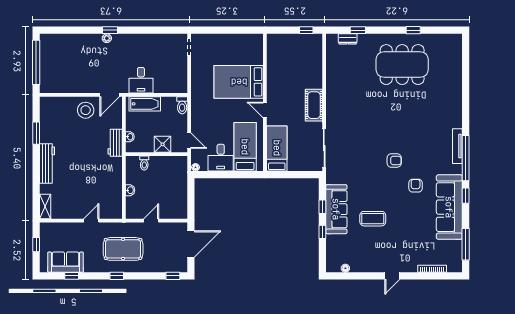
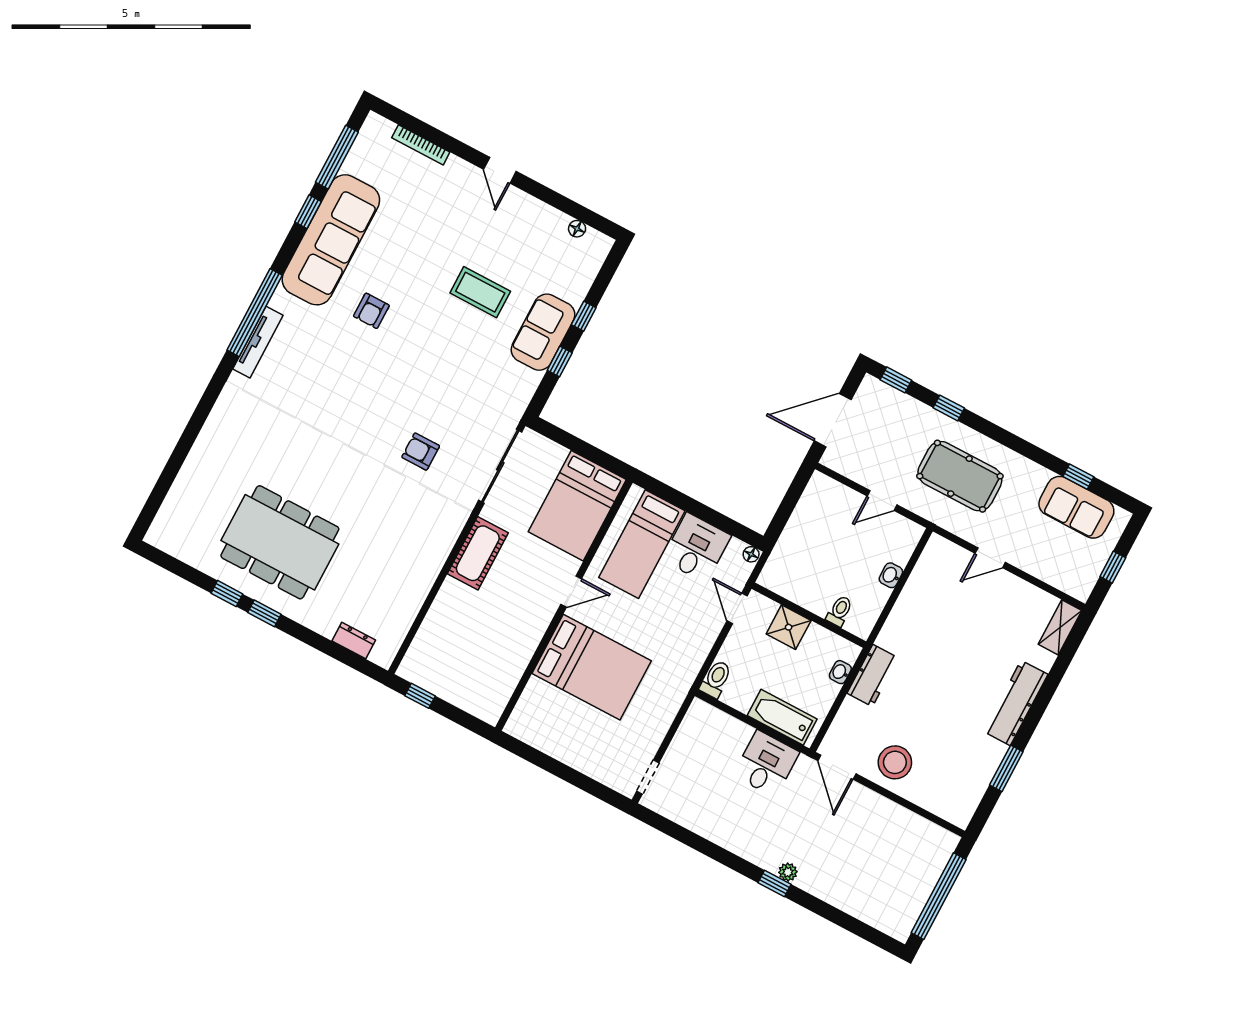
window: (358, 30) -> (264, 613), moved
door: (110, 95) -> (837, 767), swing flipped
door: (265, 110) -> (571, 591), hinge flipped
bed: (277, 148) -> (577, 506), width x1.50
armchair: (394, 161) -> (421, 452), moved
window: (466, 196) -> (308, 212), moved
sofa: (336, 209) -> (543, 332), width x0.73
window: (117, 276) -> (949, 408), moved
door: (392, 276) -> (500, 170), swing flipped

